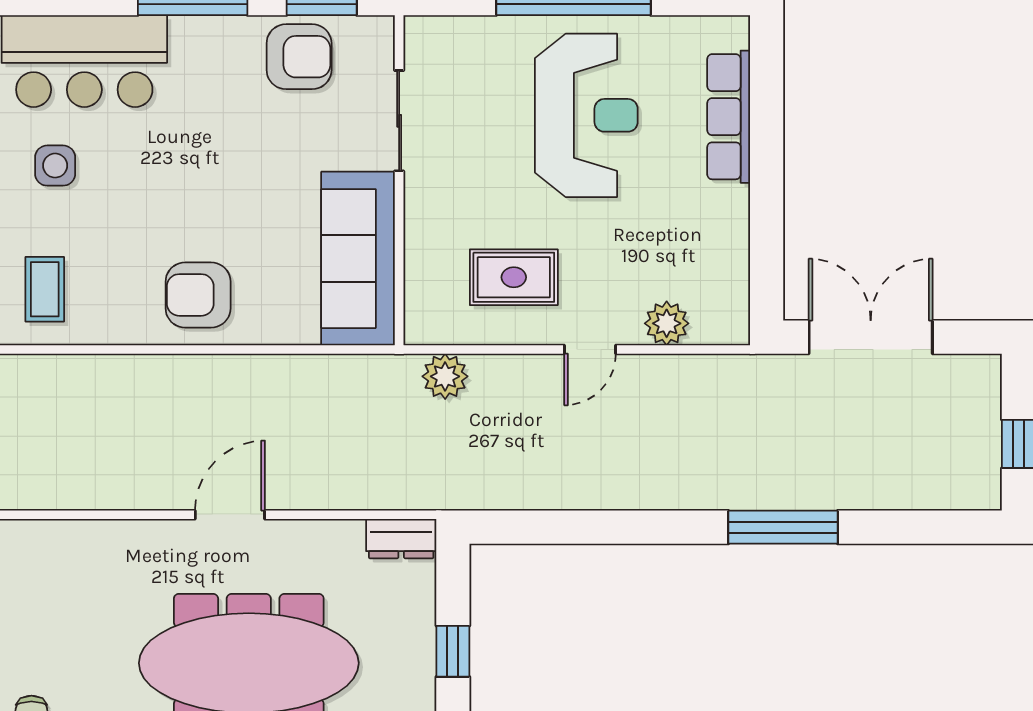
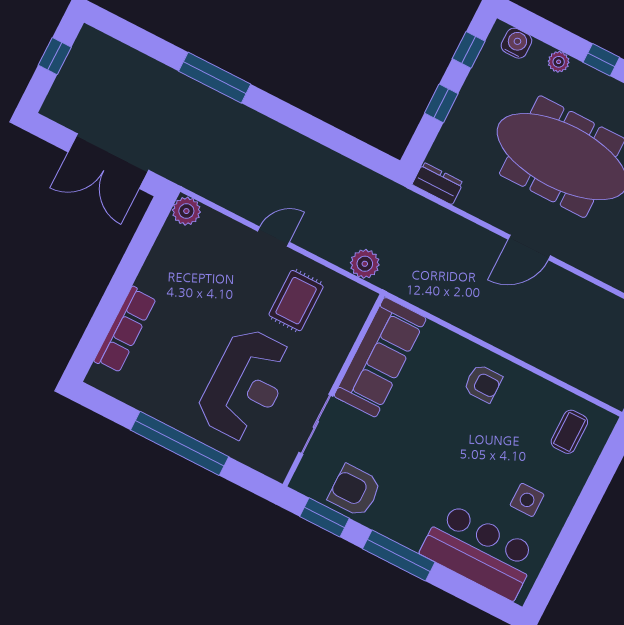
reception desk: (586, 115) -> (246, 385), moved, turned 180
rug: (514, 277) -> (296, 301), turned 90
armchair: (198, 295) -> (483, 383), width x0.72, depth x0.72
plant: (667, 323) -> (186, 211), moved

